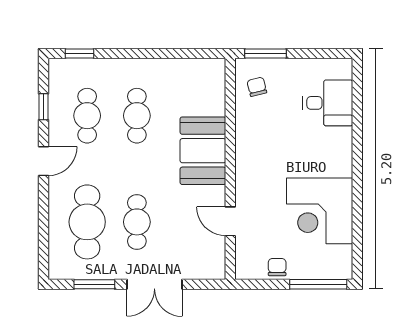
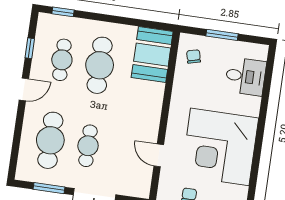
window: (266, 53) -> (222, 35), moved
cafe table: (137, 116) -> (100, 65), width x1.37, depth x1.35
booth: (203, 151) -> (152, 55), moved
corner desk: (320, 211) -> (220, 147), width x1.36, depth x1.36

